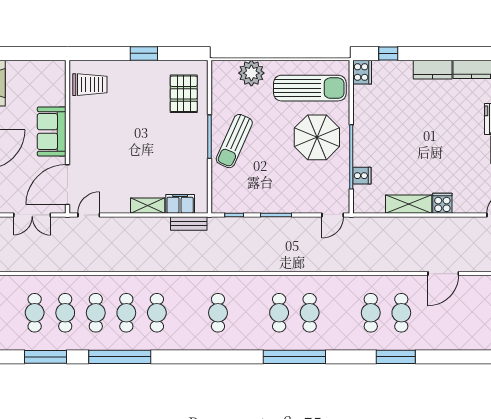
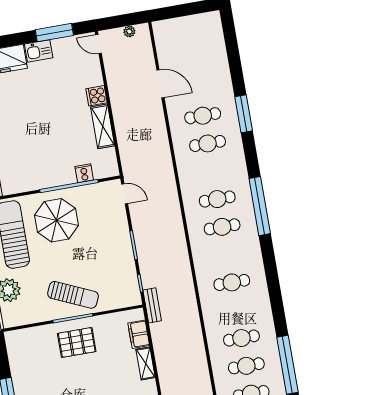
pallet: (184, 94) -> (77, 342), moved
bench: (189, 224) -> (152, 305), moved

